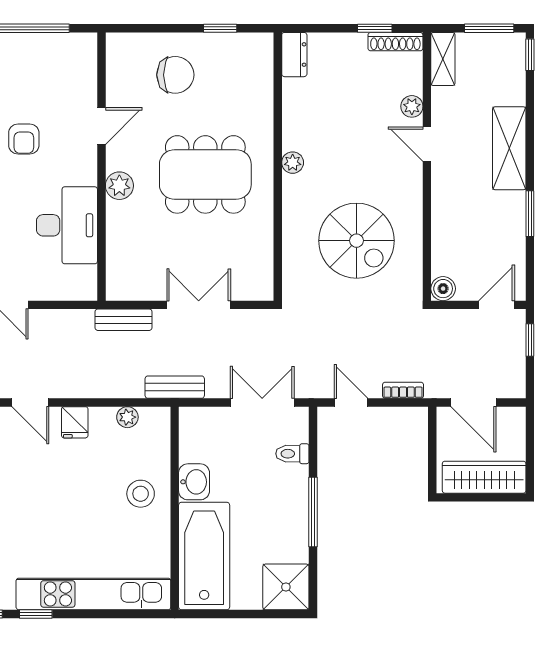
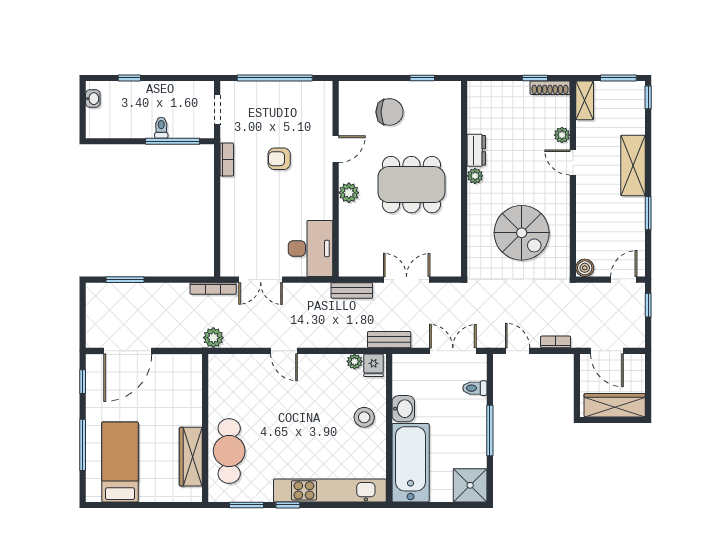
dresser: (294, 55) -> (476, 150), moved
armchair: (24, 139) -> (279, 159), turned 90
desk: (67, 225) -> (311, 248), moved
fridge: (75, 422) -> (374, 365), moved

